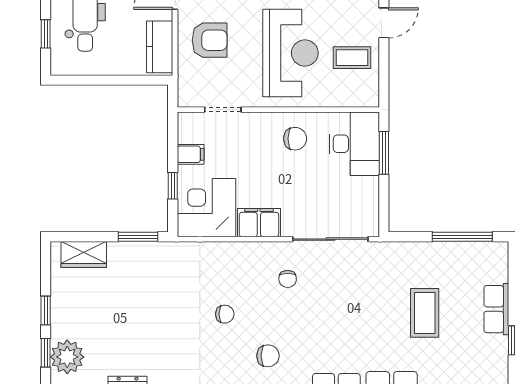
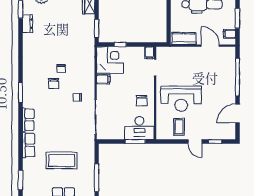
armchair: (210, 40) -> (187, 61), removed
filing cabinet: (191, 154) -> (149, 53), moved
filing cabinet: (259, 223) -> (103, 79), width x0.50
coffee table: (425, 313) -> (62, 160), width x1.36, depth x1.32
chair: (268, 356) -> (54, 84), moved

